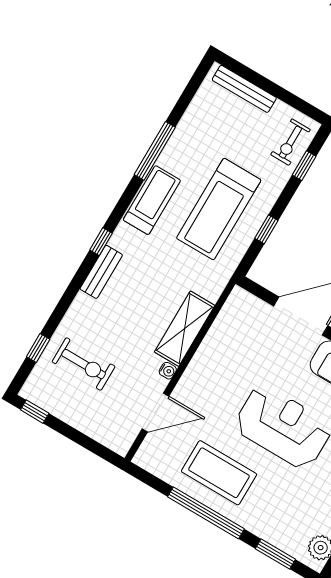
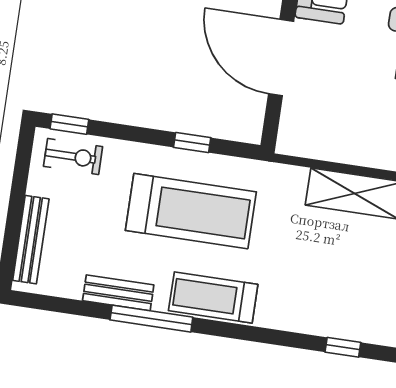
window: (304, 166) -> (69, 124), moved
window: (101, 242) -> (343, 347), moved
bench: (101, 272) -> (118, 293), moved

